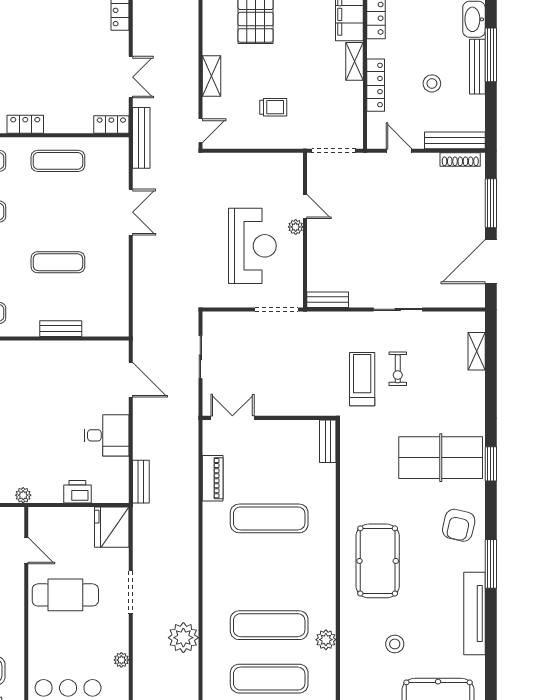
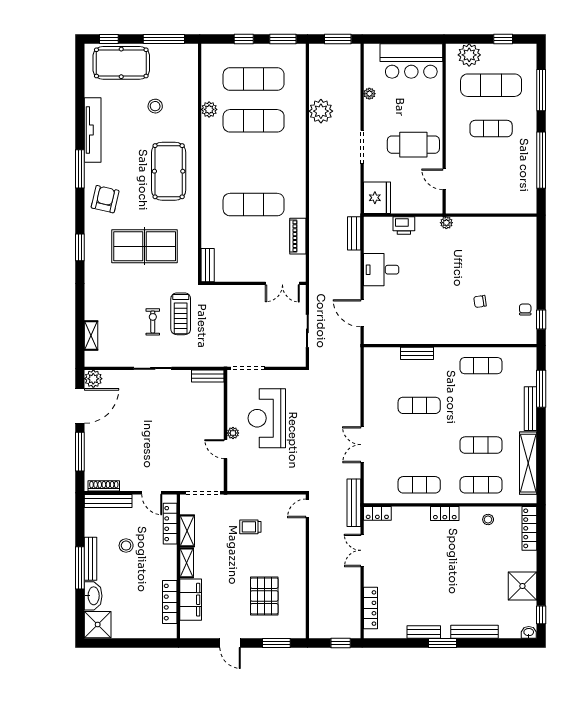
shelving: (212, 76) -> (187, 531), moved
locker: (376, 85) -> (170, 524), moved
plant: (474, 296) -> (93, 379), added
table tennis table: (441, 458) -> (145, 246), moved

